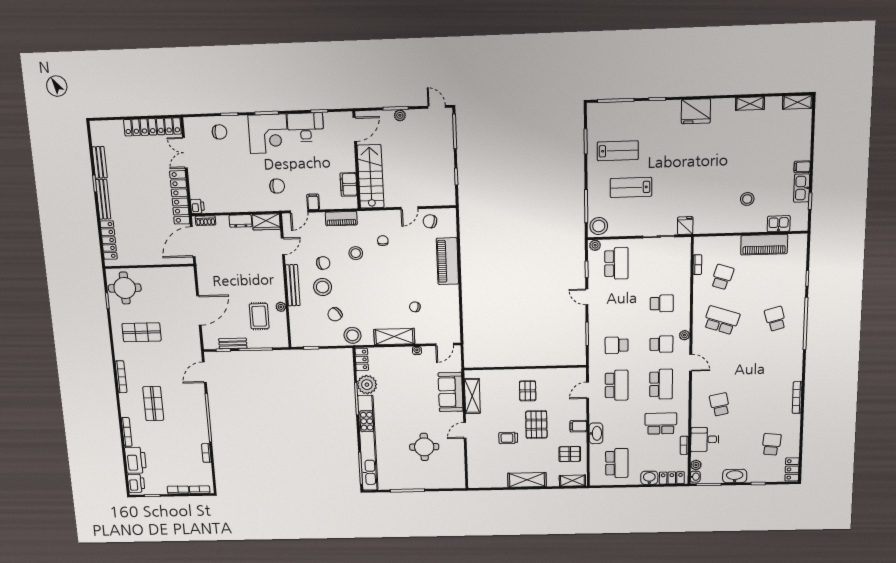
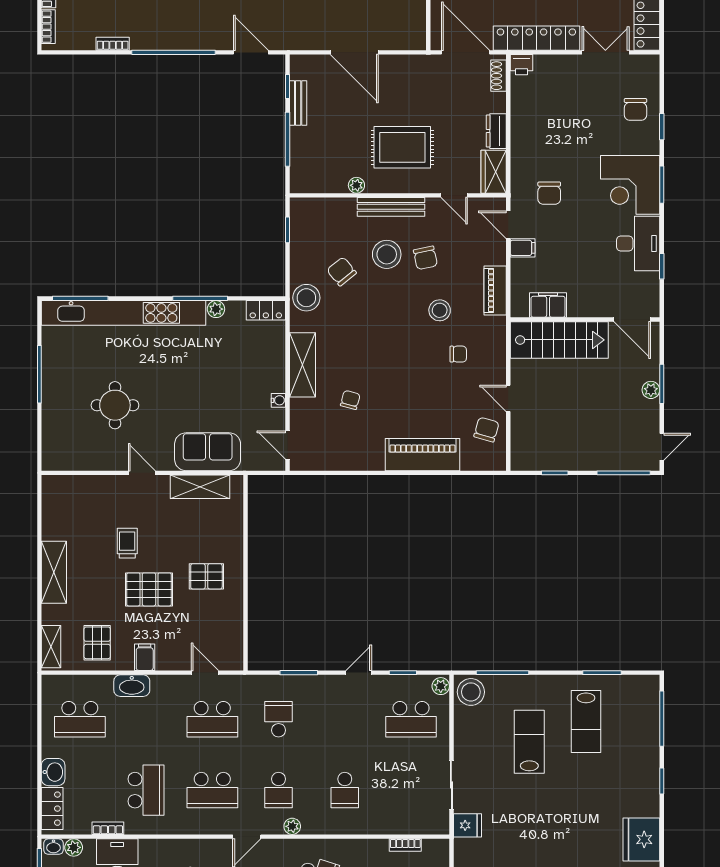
rug: (259, 316) -> (402, 147), moved, width x1.36, depth x1.43
plant: (367, 385) -> (216, 309), width x0.53, depth x0.53

